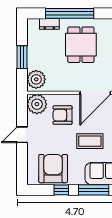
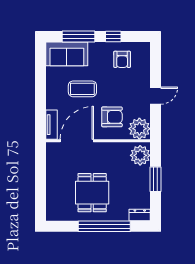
dresser: (49, 24) -> (140, 215), moved
armchair: (53, 169) -> (122, 59), width x0.53, depth x0.53

